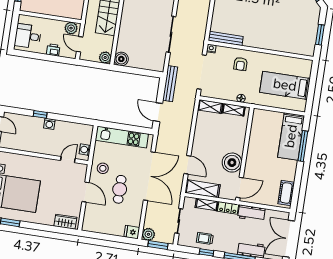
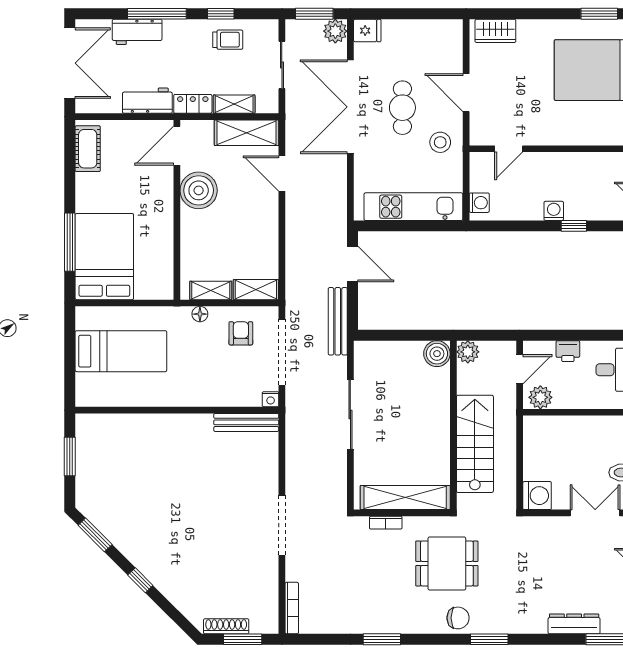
door: (80, 44) -> (520, 369), hinge flipped
armchair: (241, 64) -> (241, 333), moved
bed: (291, 136) -> (104, 257), width x1.50
washing machine: (85, 150) -> (479, 203), moved
double door: (149, 176) -> (350, 107), moved

